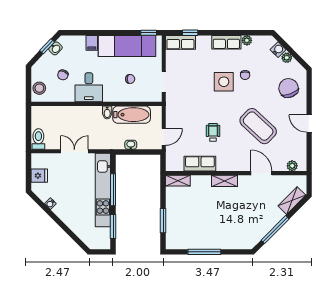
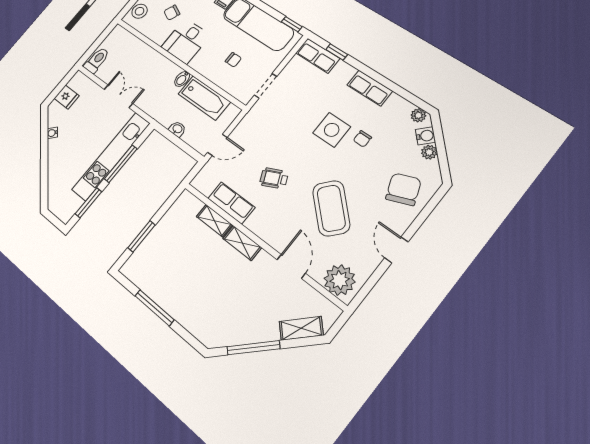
plant: (247, 40) -> (418, 115), moved
wheelchair: (213, 132) -> (274, 178), turned -115
plant: (292, 166) -> (340, 280), width x1.88, depth x1.88
shelving: (178, 181) -> (214, 221), moved

